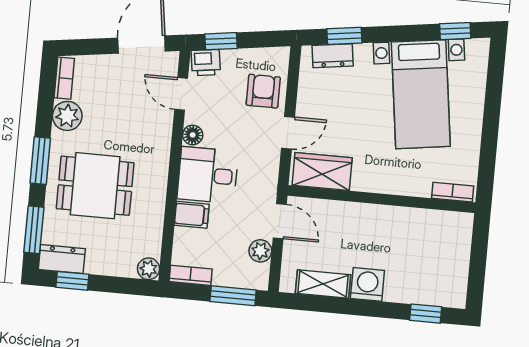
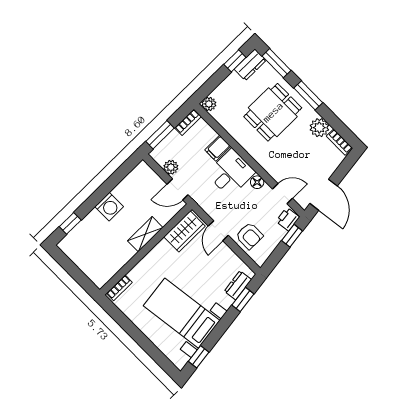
shelving: (323, 284) -> (145, 234), moved

